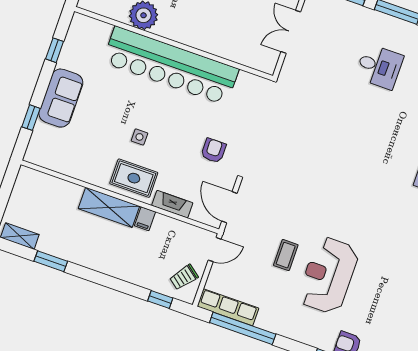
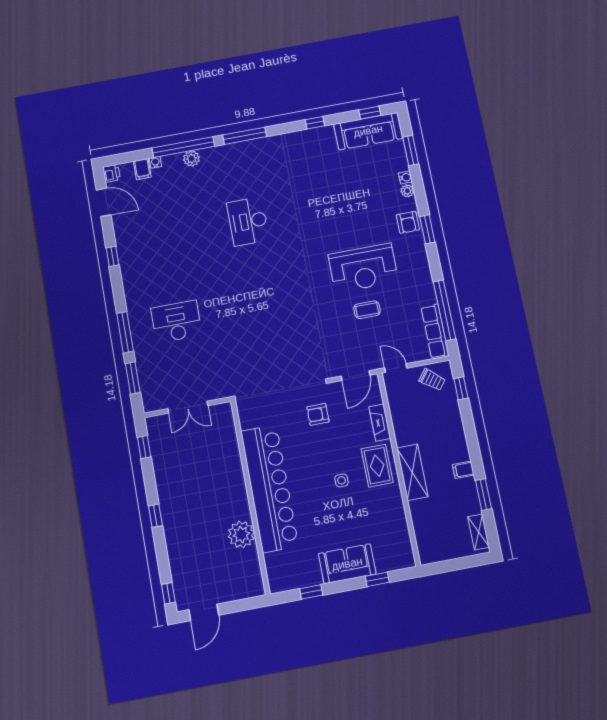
desk: (379, 67) -> (176, 322), width x1.37
filing cabinet: (145, 219) -> (463, 470), moved, turned 180

